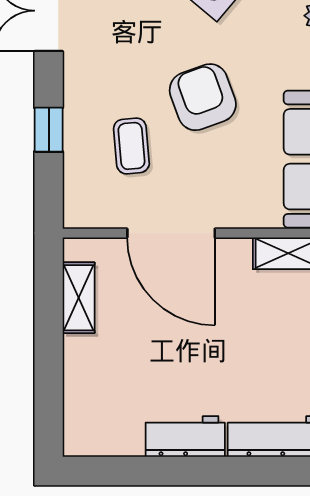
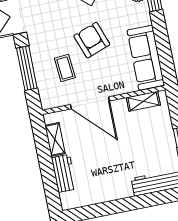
window: (49, 130) -> (27, 68), width x2.17
workbench: (185, 437) -> (64, 173), moved, turned 90

